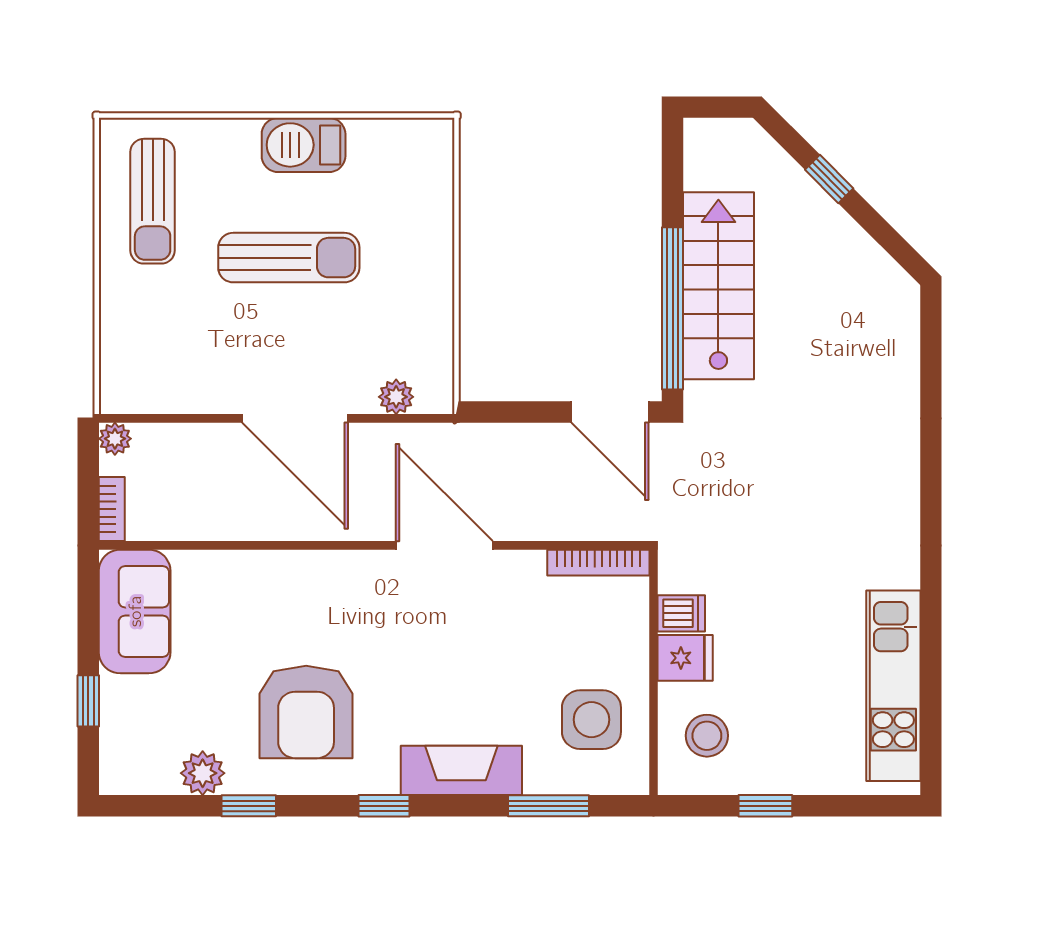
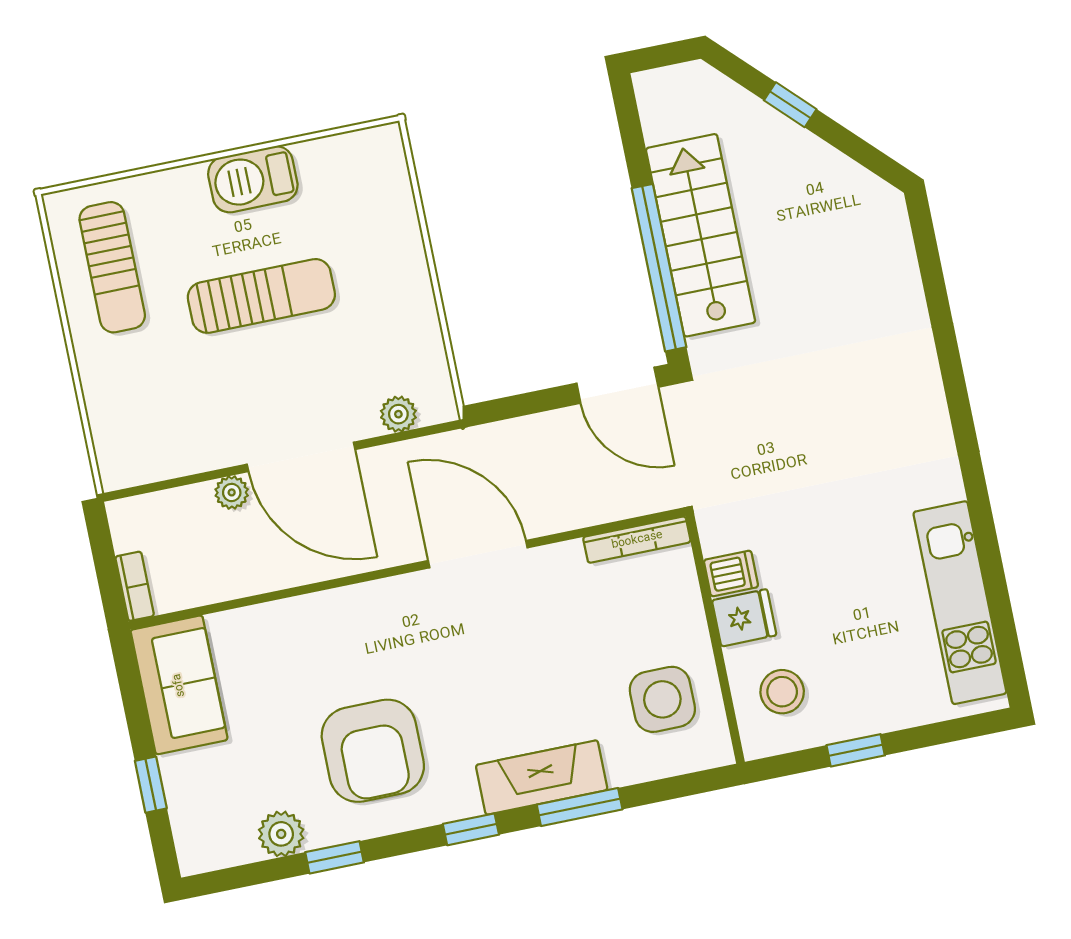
plant: (115, 439) -> (232, 492), moved
window: (548, 806) -> (580, 807), moved

